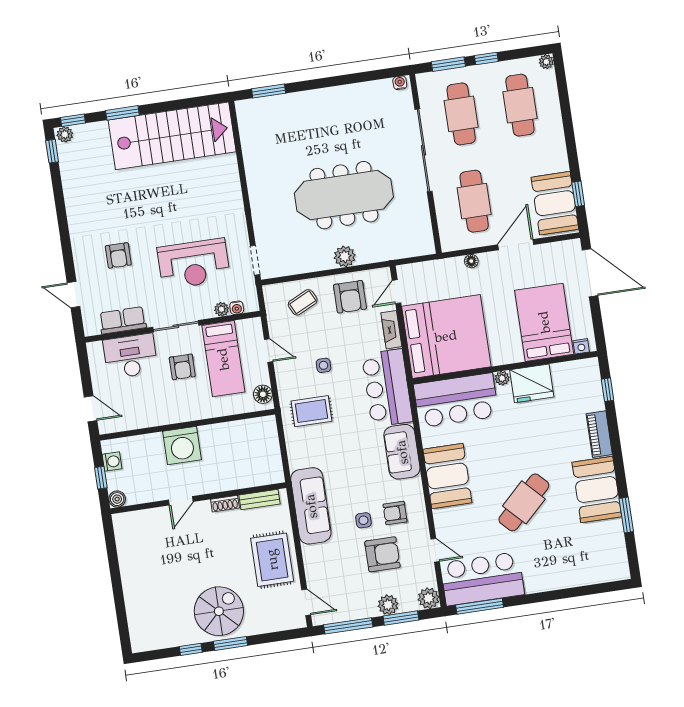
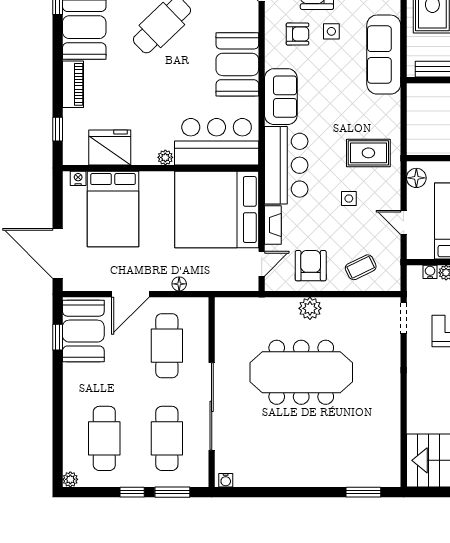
fridge: (532, 383) -> (110, 147), moved

